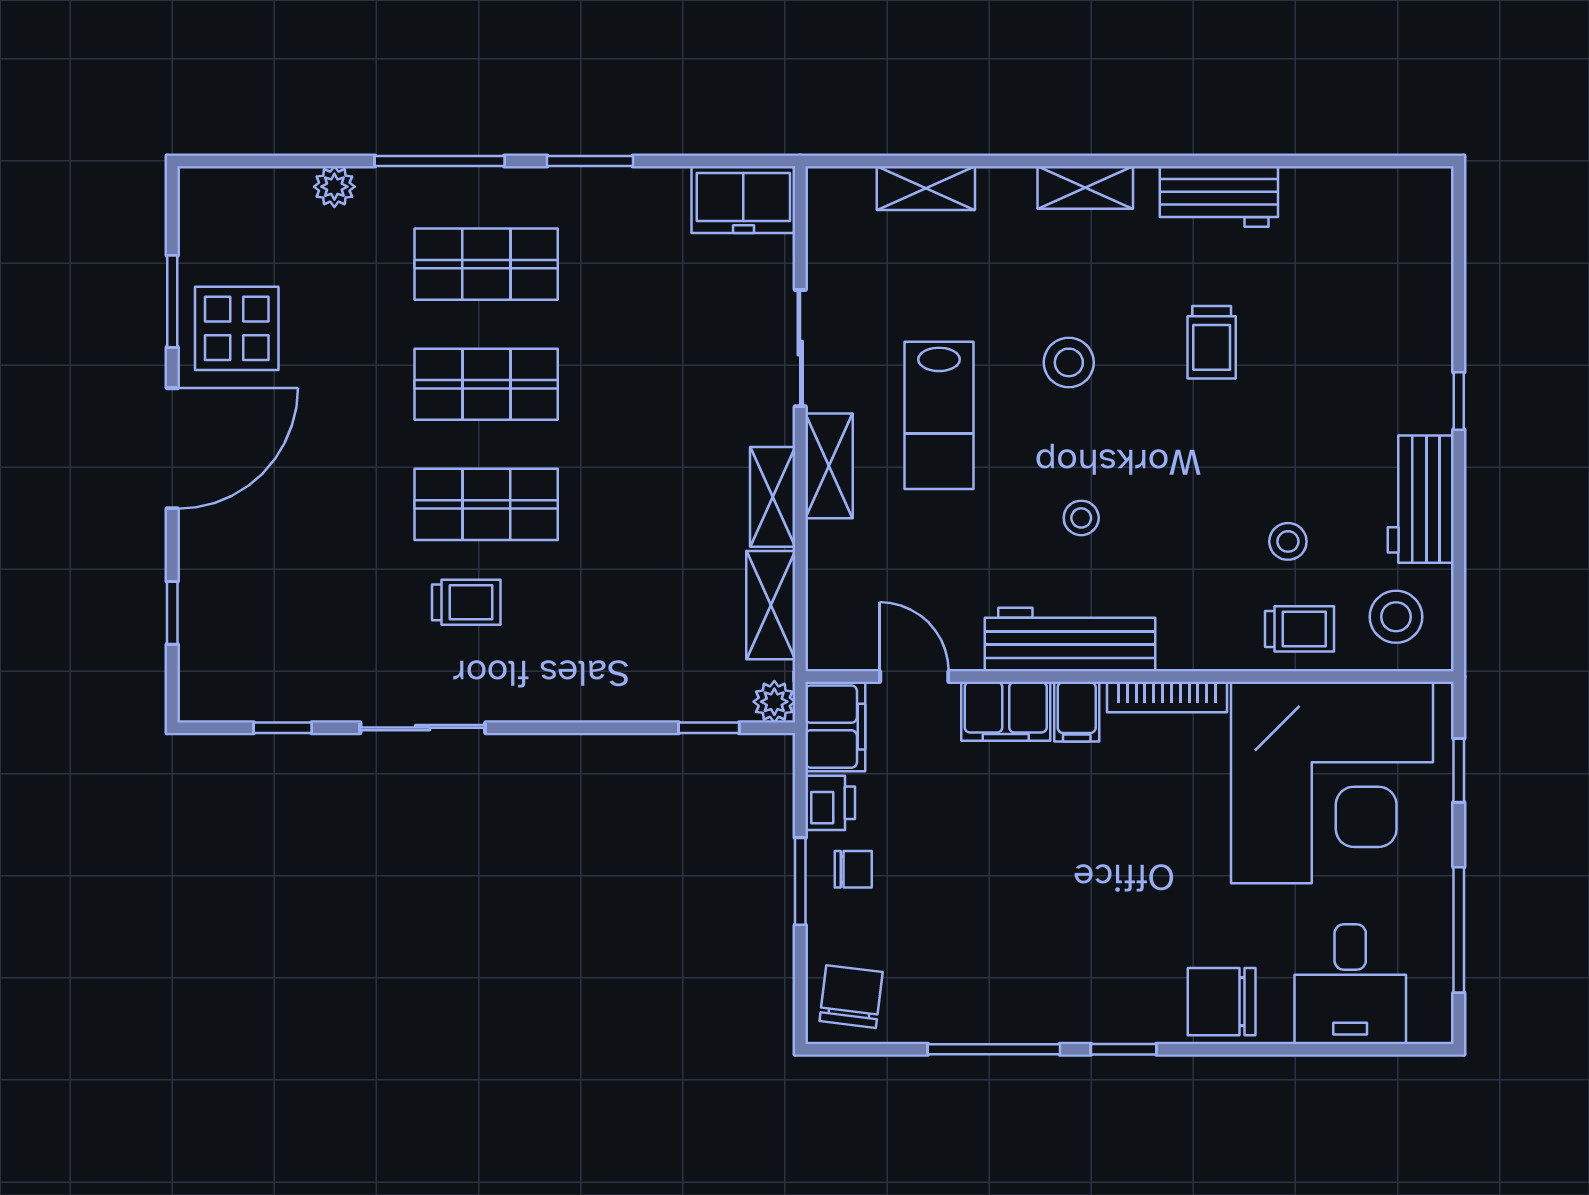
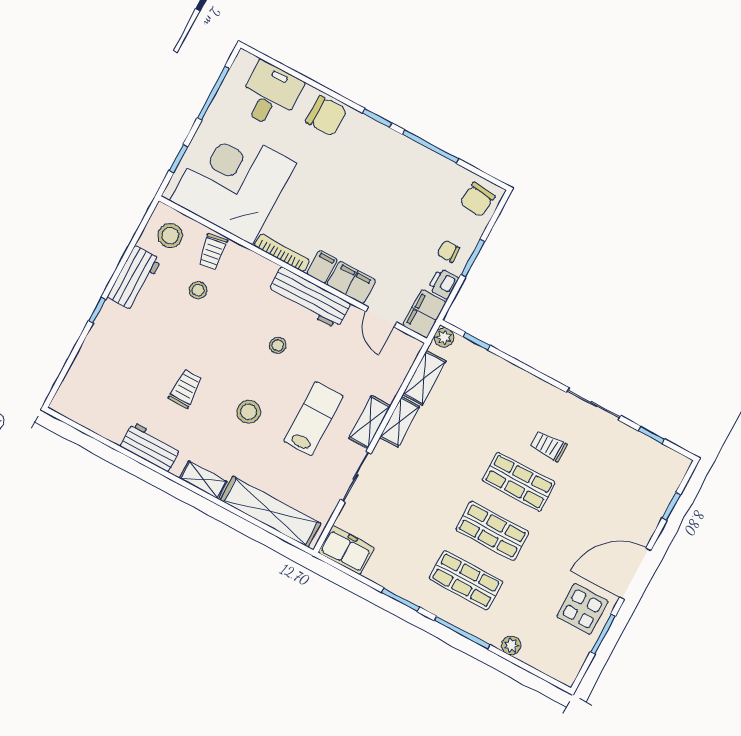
shelving: (926, 188) -> (270, 512), width x2.20, depth x1.33
trolley: (1299, 629) -> (213, 252), turned -99

